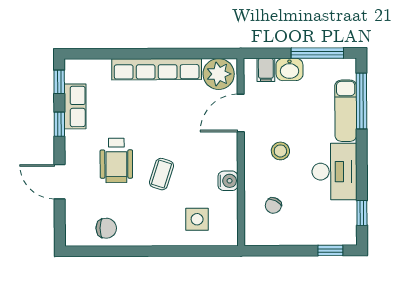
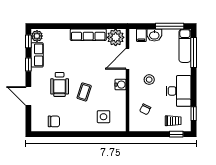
row of seats: (157, 69) -> (88, 35), width x0.73
plant: (75, 72) -> (37, 36), added
exam couch: (346, 111) -> (185, 46), moved
water cooler: (228, 181) -> (120, 85), moved
trolley: (325, 226) -> (173, 121), added

